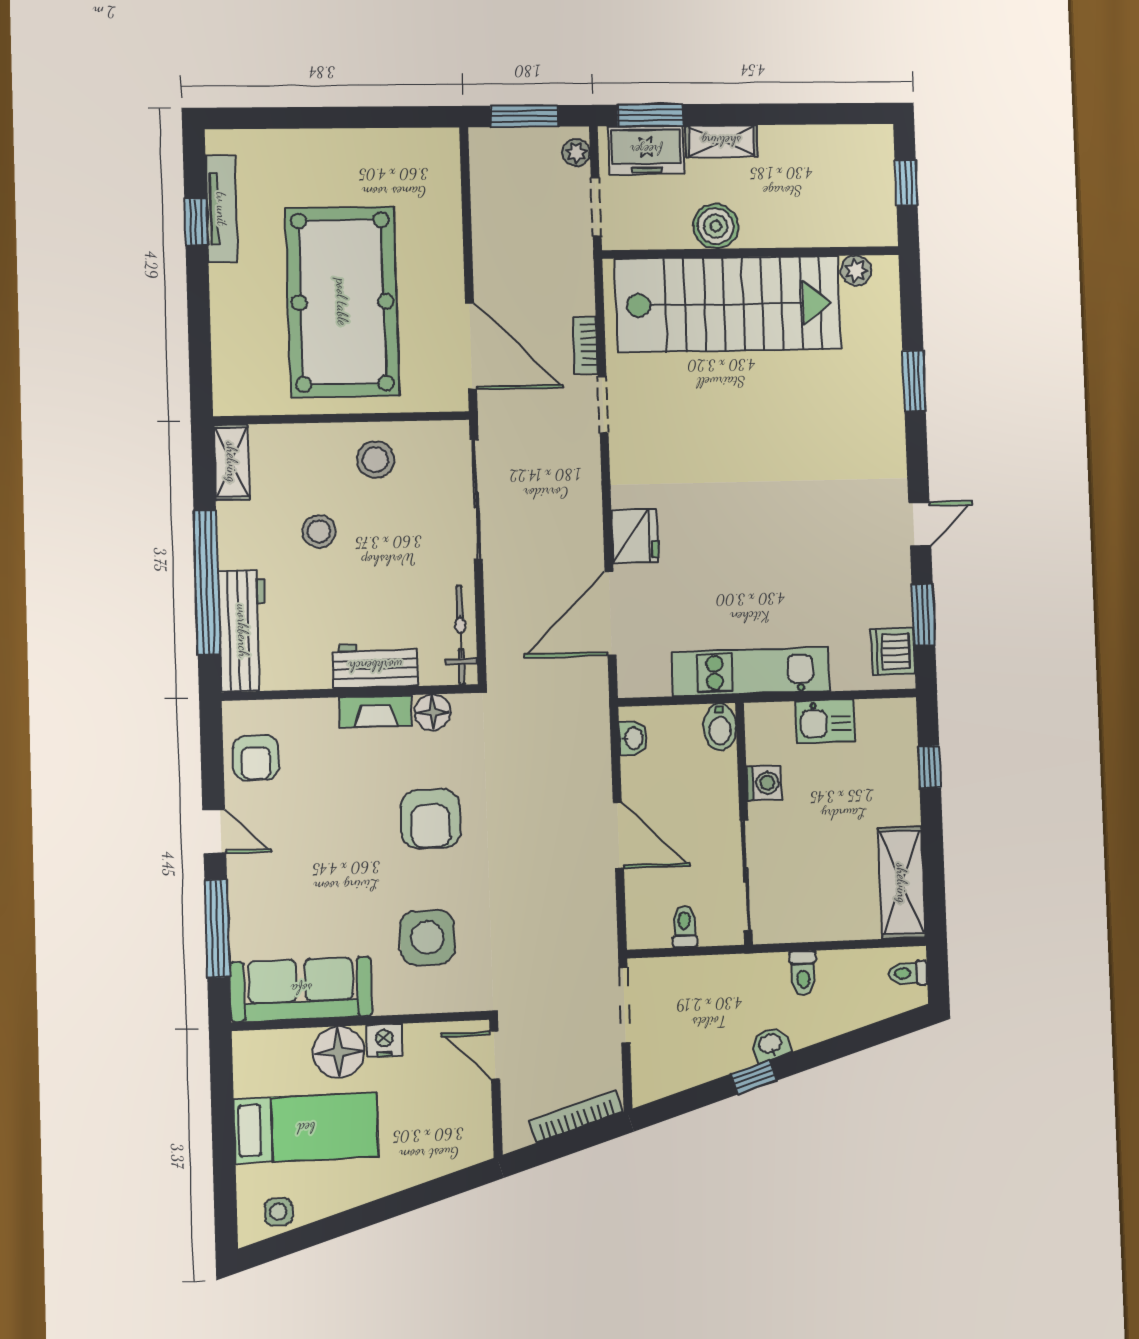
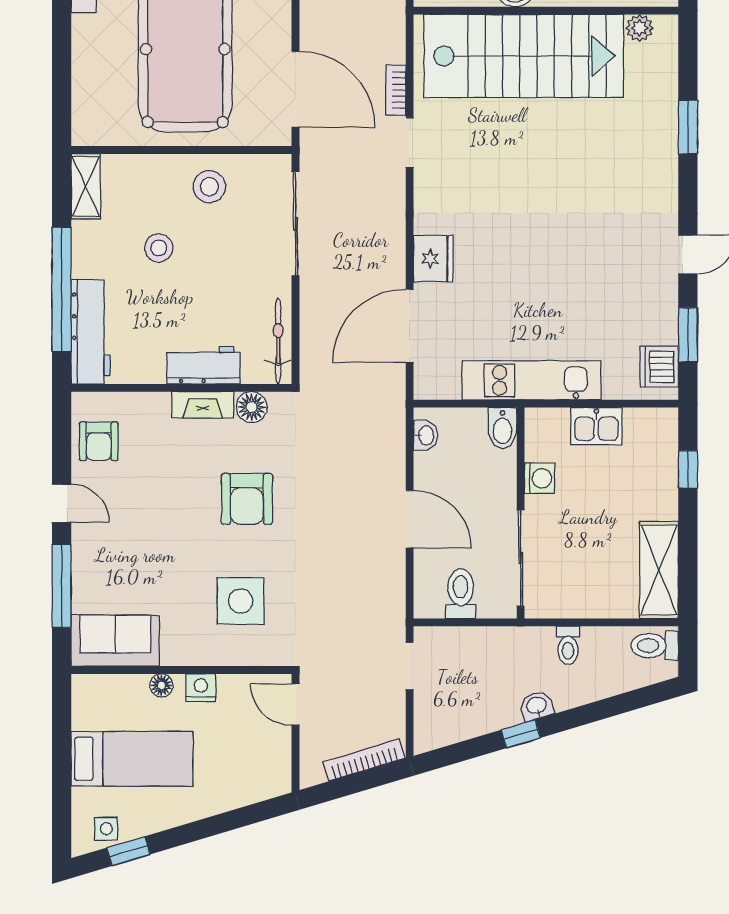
toilet: (684, 927) -> (461, 594), width x1.37, depth x1.39
toilet: (908, 973) -> (655, 646), width x1.37, depth x1.39
sofa: (301, 989) -> (115, 641), width x0.73
doorway: (624, 1005) -> (410, 666), width x0.73
floor lamp: (339, 1052) -> (161, 685), width x0.53, depth x0.53
window: (305, 1237) -> (128, 851), added

